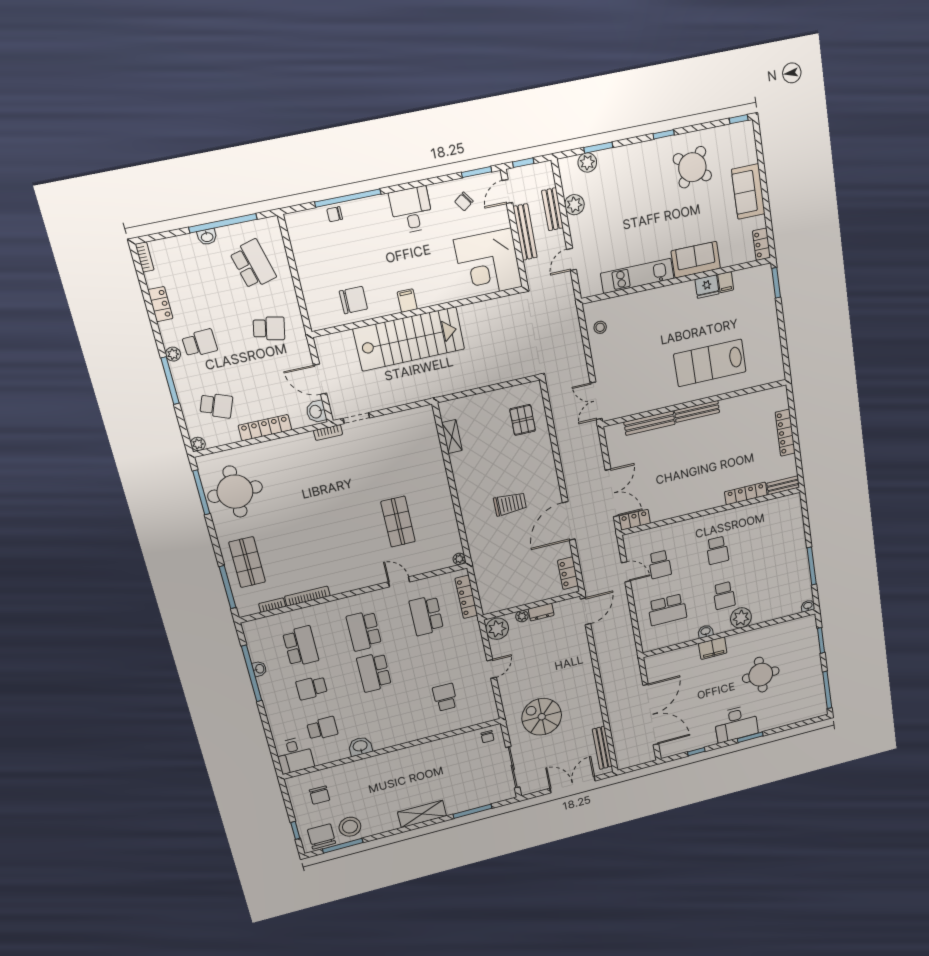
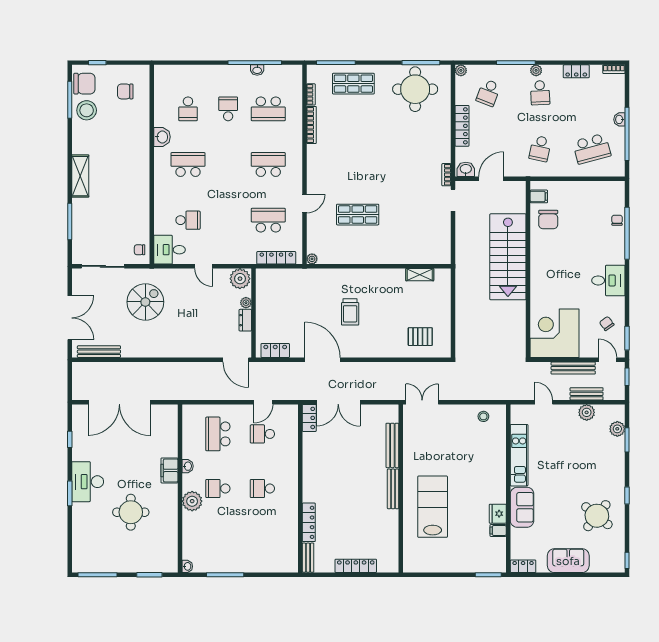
filing cabinet: (407, 301) -> (539, 196), moved
school desk: (374, 672) -> (188, 164), moved
desk: (294, 755) -> (170, 250), moved

